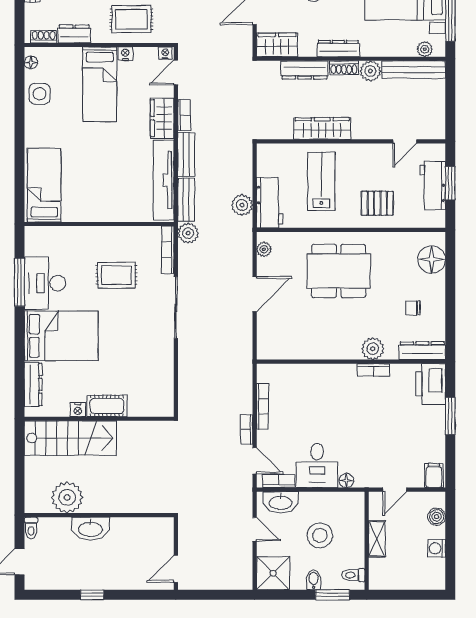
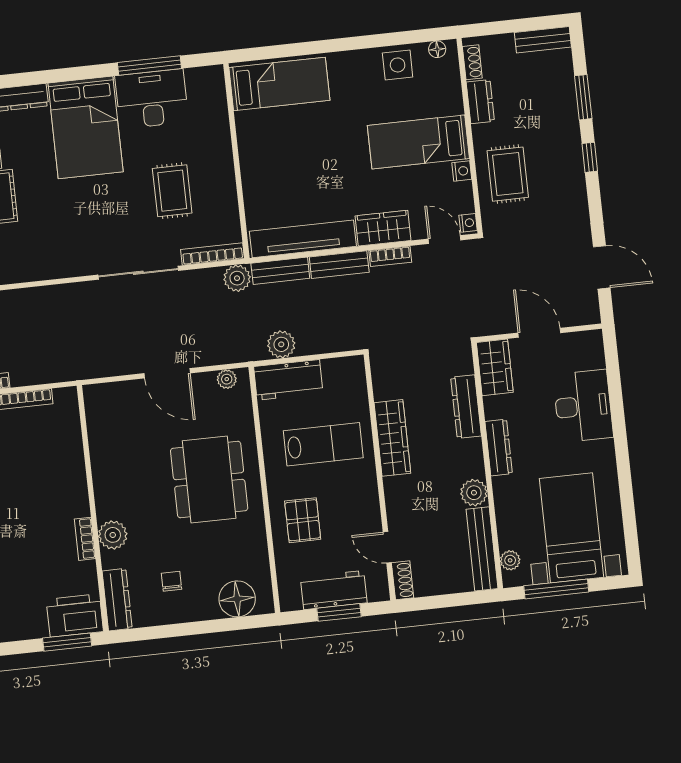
shoe rack: (344, 68) -> (403, 580), moved, turned 180
window: (450, 416) -> (67, 642), moved

